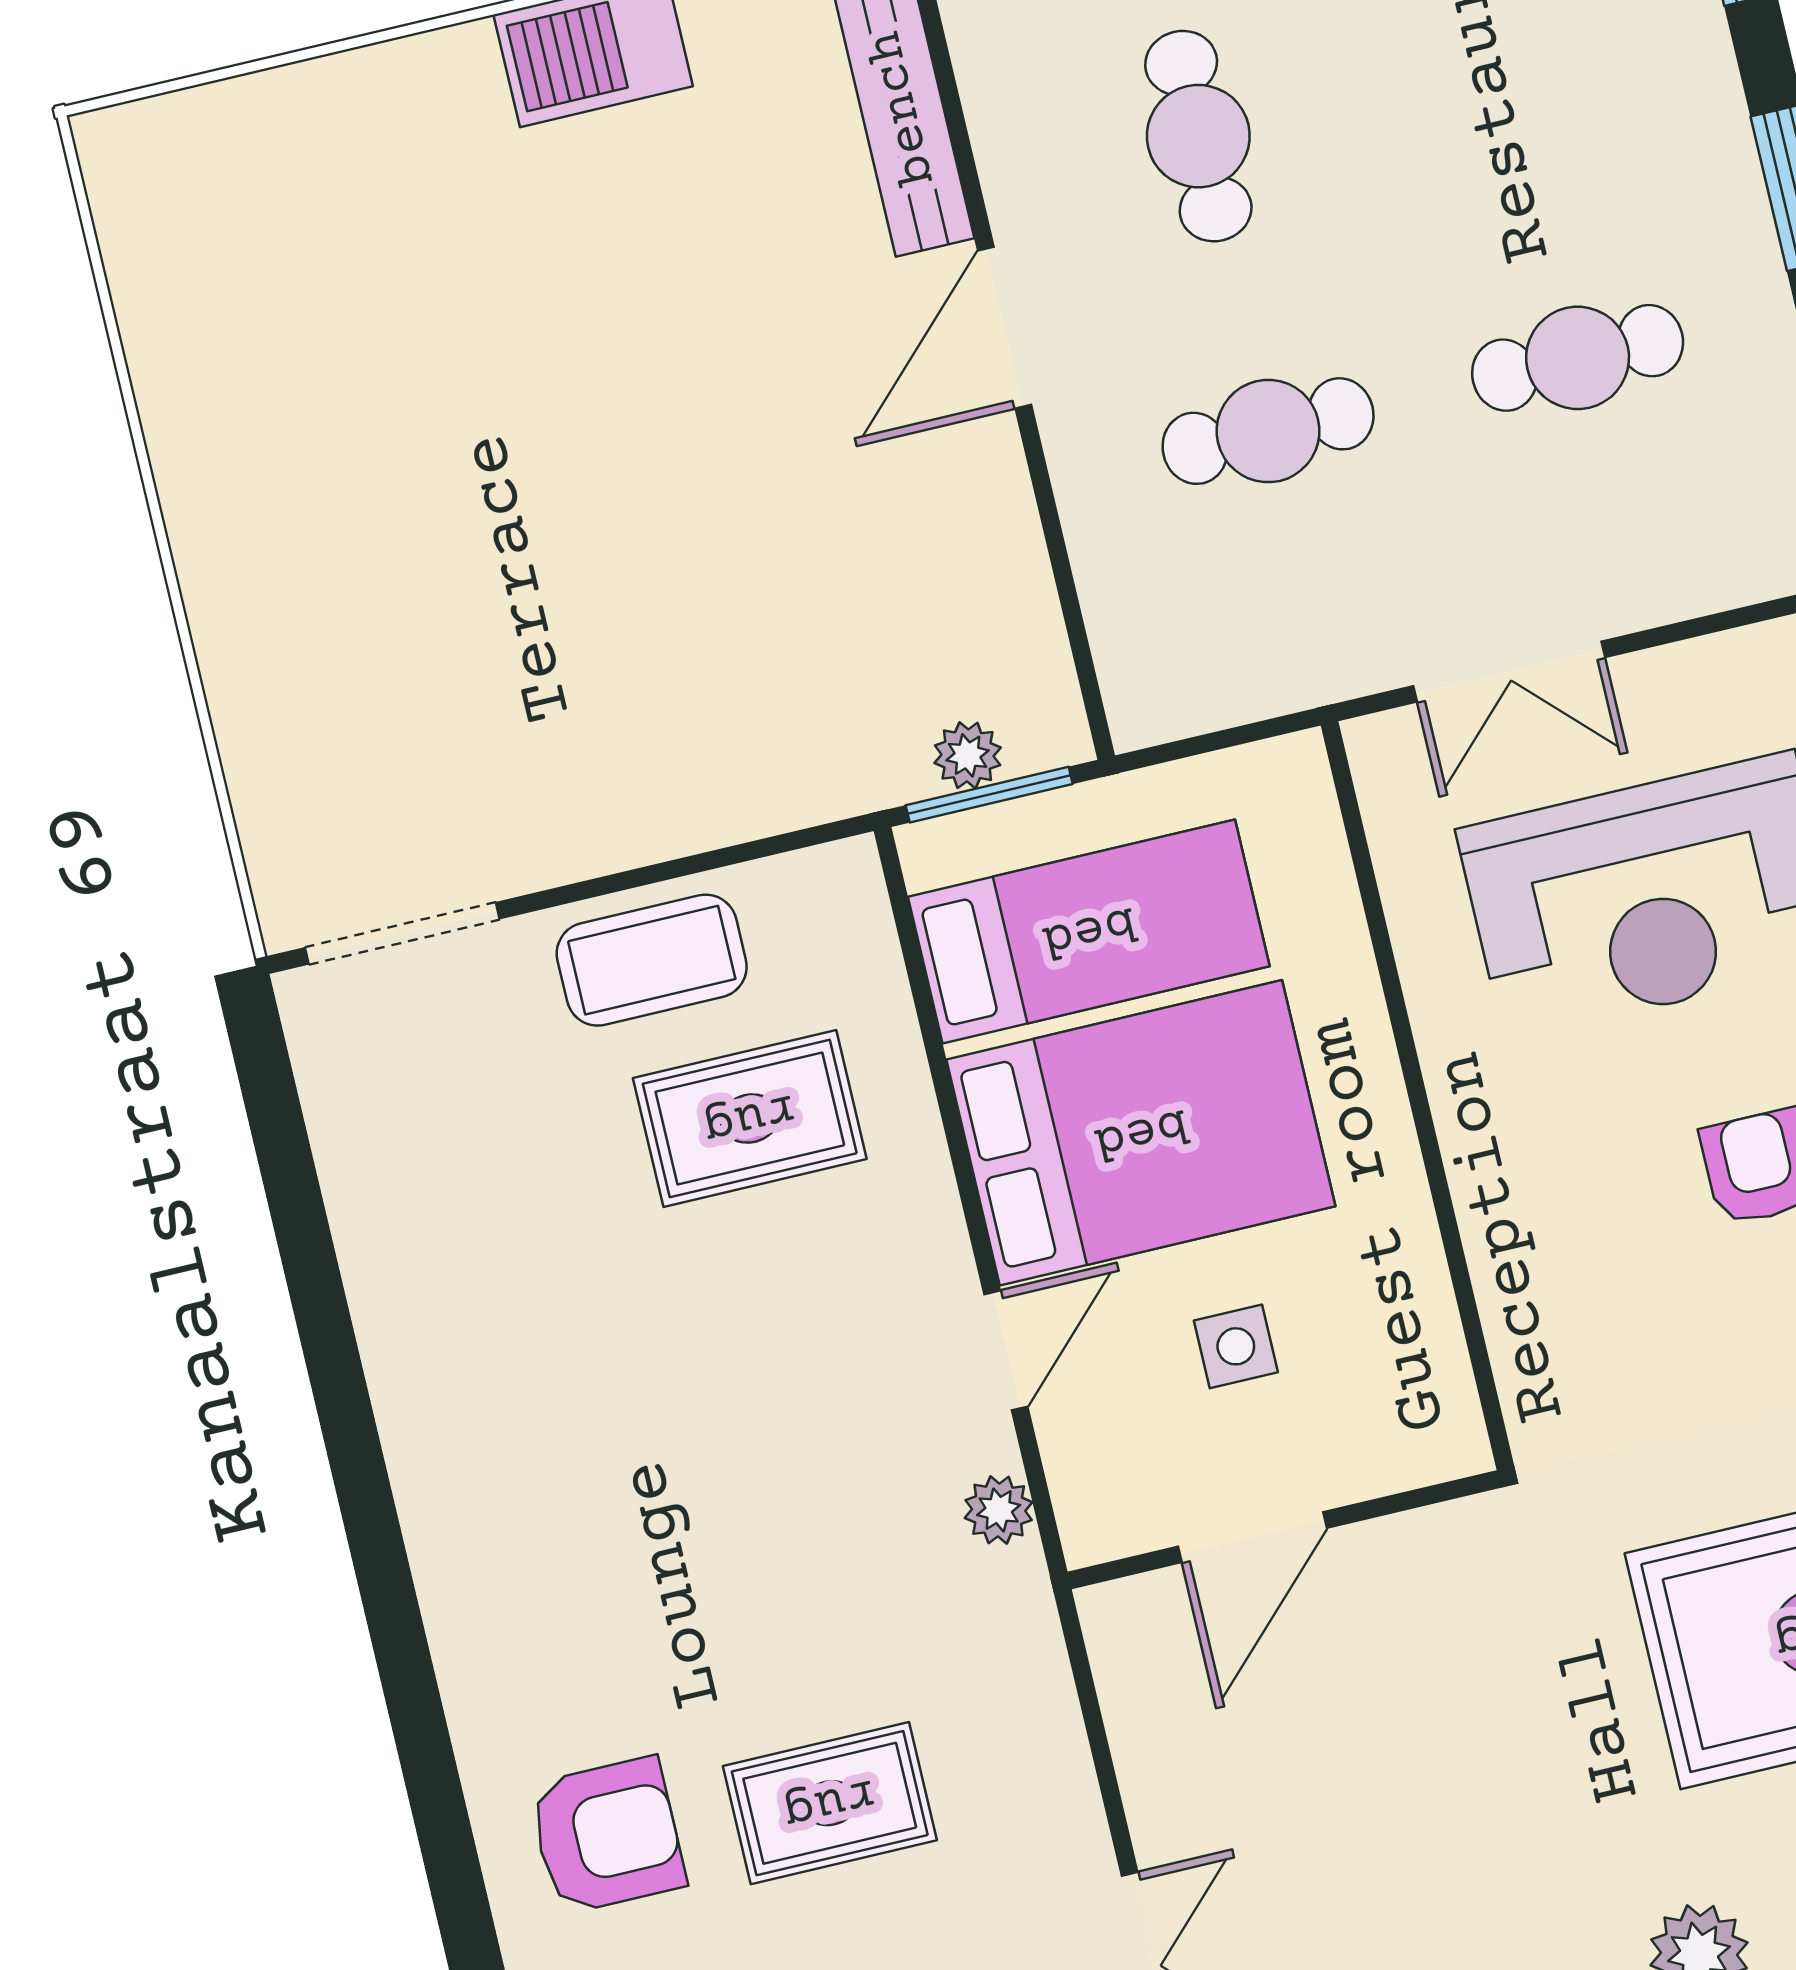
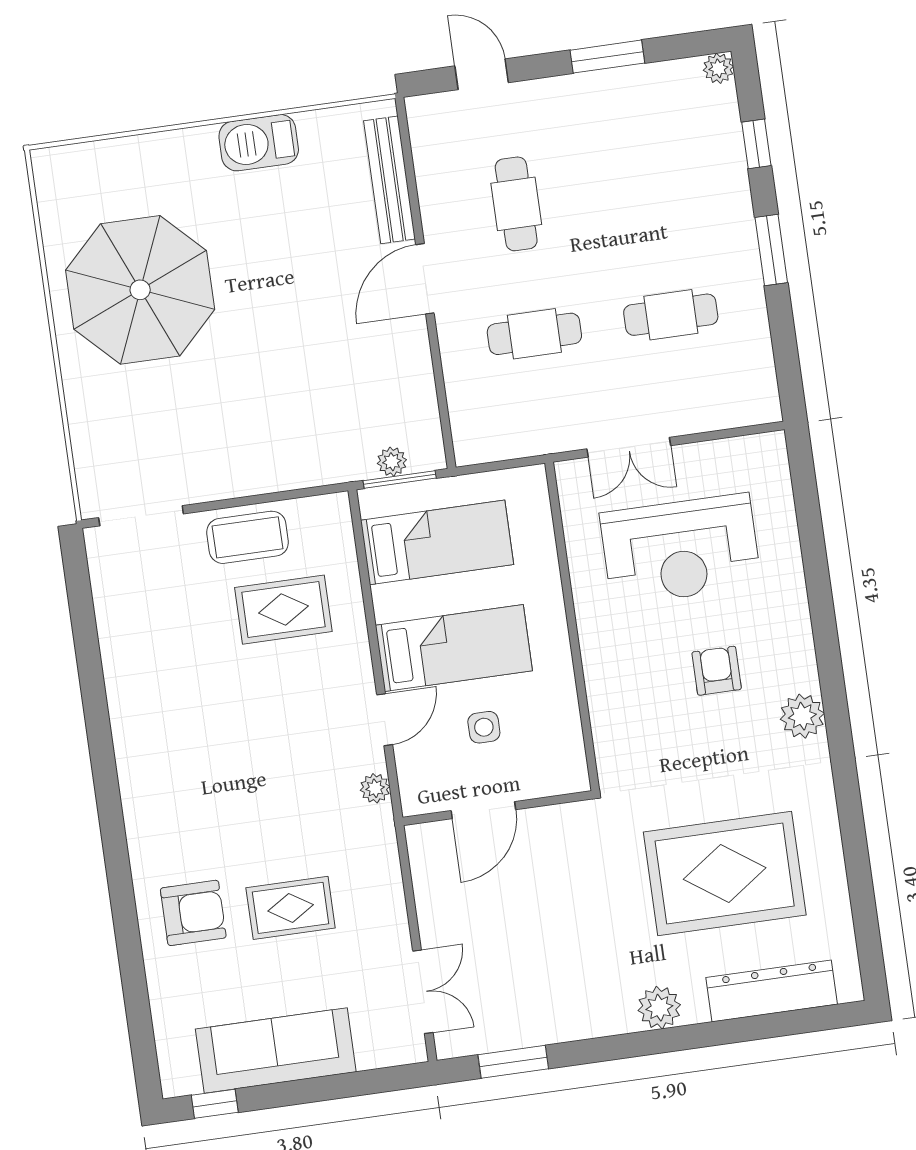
parasol: (352, 414) -> (140, 290), added
bed: (1141, 1133) -> (454, 648), width x0.67

